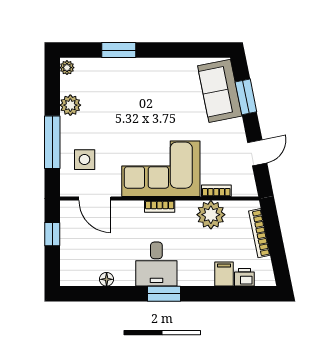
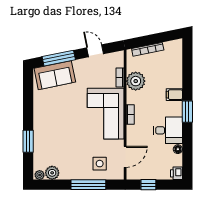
window: (246, 97) -> (59, 58), width x1.44
plant: (70, 105) -> (52, 173), moved
desk: (156, 264) -> (168, 130), moved
filing cabinet: (224, 274) -> (174, 95), moved
printer: (244, 277) -> (177, 173), moved

